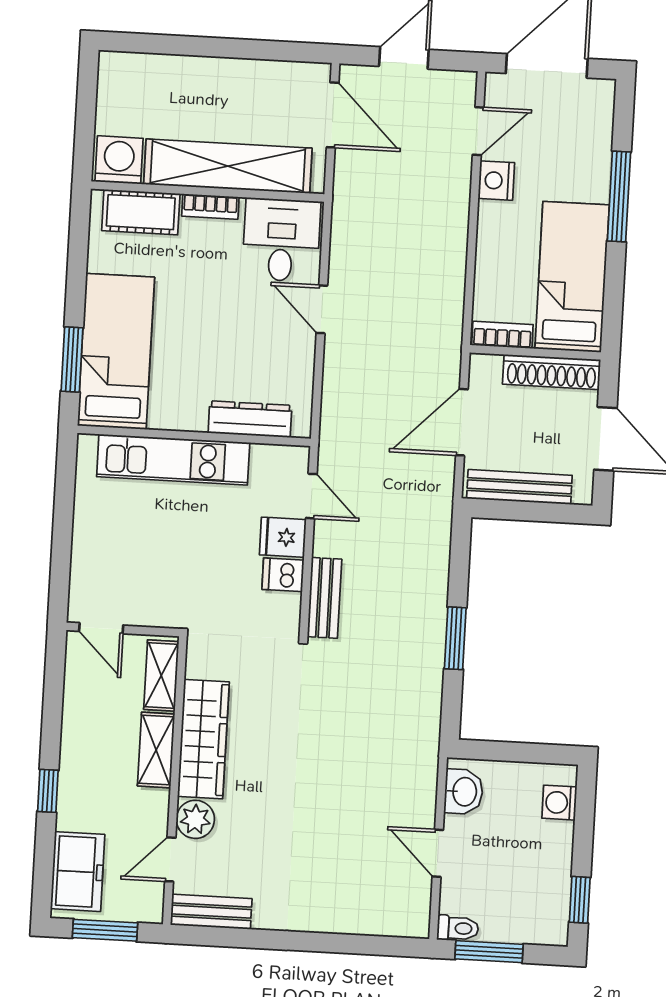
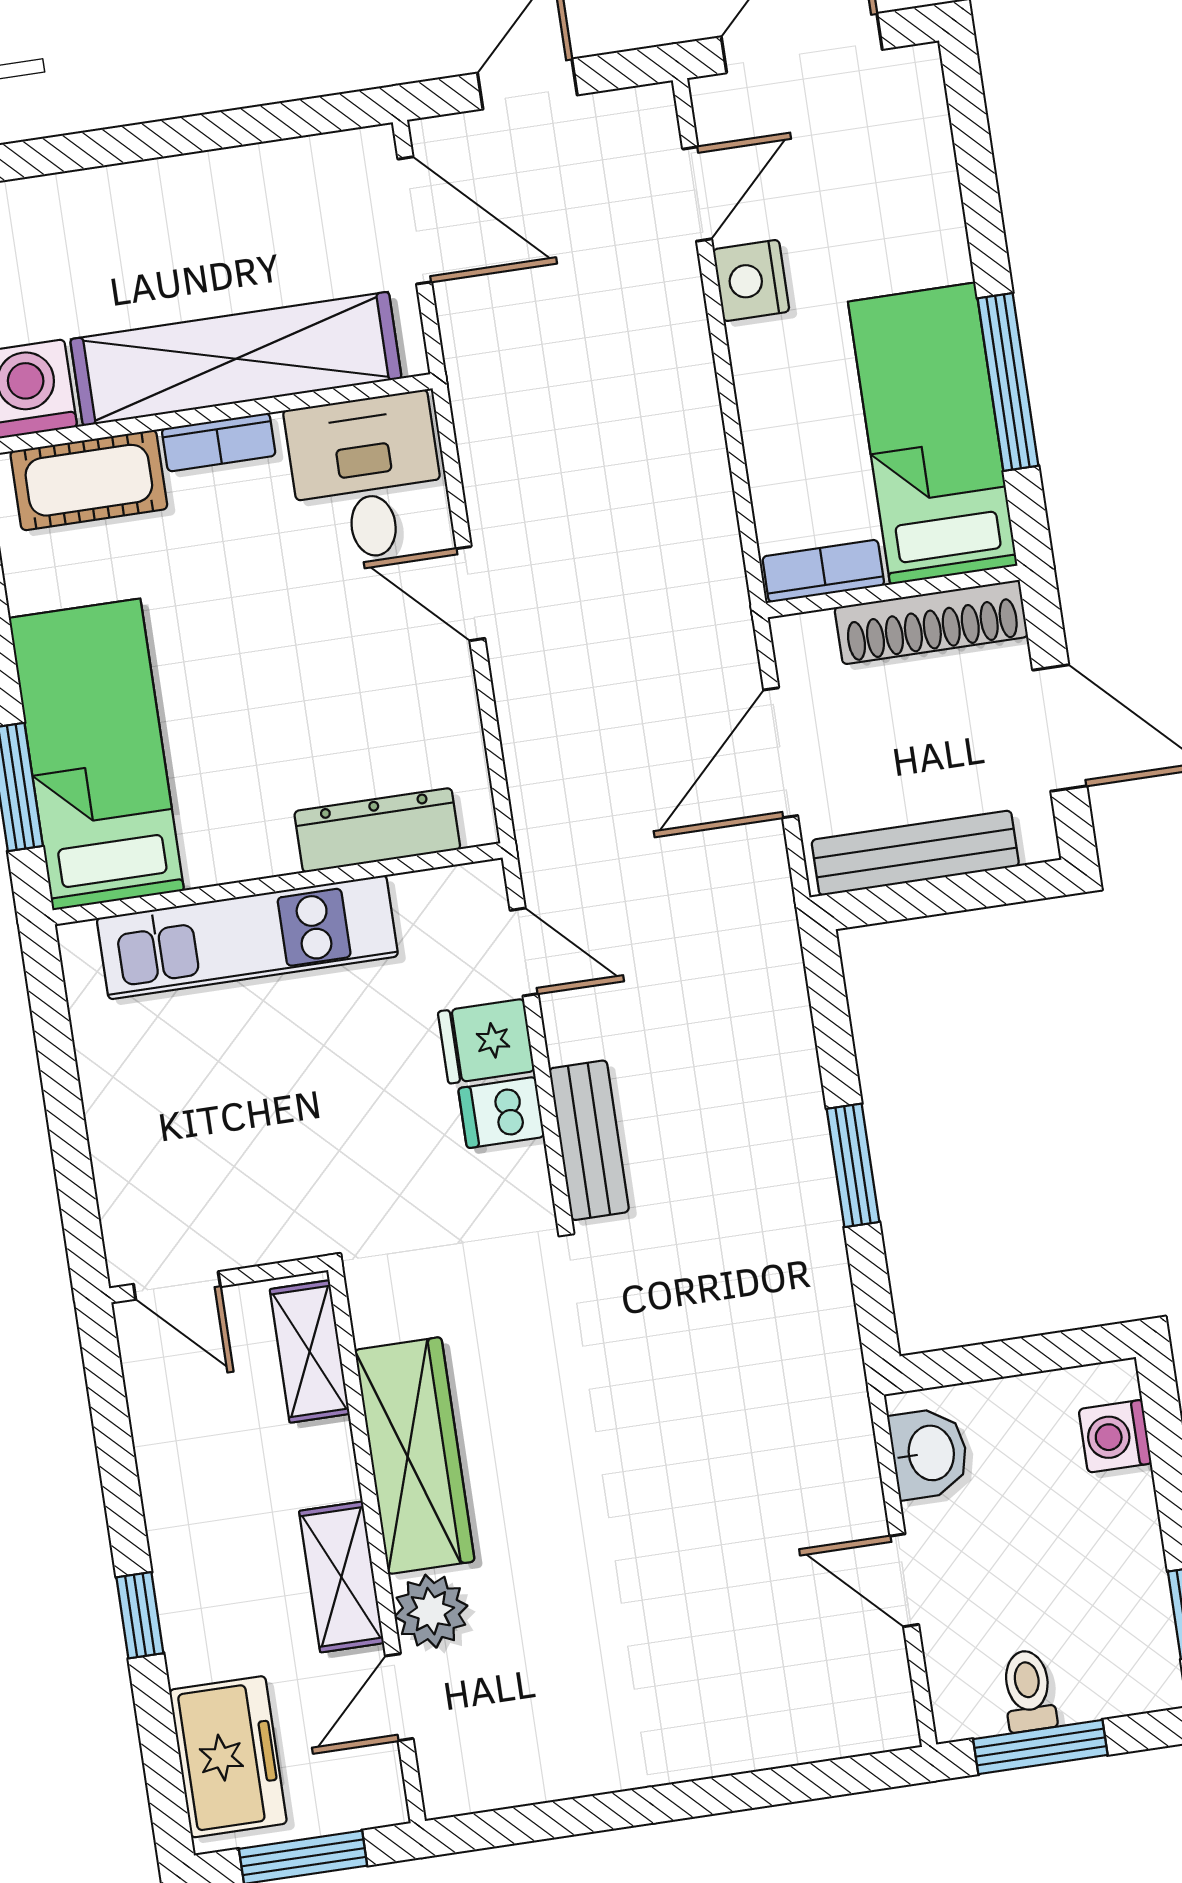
window: (619, 196) -> (1008, 382), moved
shelving: (156, 750) -> (341, 1577), moved
bench: (211, 912) -> (497, 1780), removed
toilet: (458, 928) -> (1028, 1691), moved, turned -90

